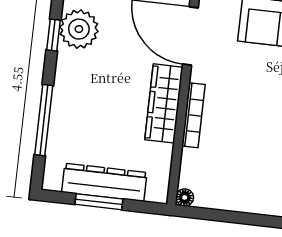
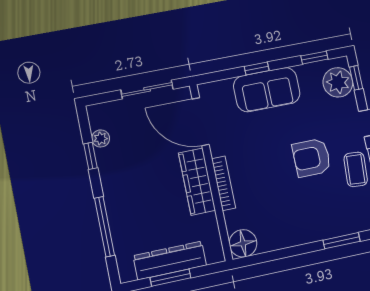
plant: (79, 29) -> (101, 138), width x0.53, depth x0.53
floor lamp: (185, 197) -> (243, 243), width x1.89, depth x1.89

